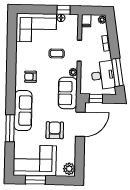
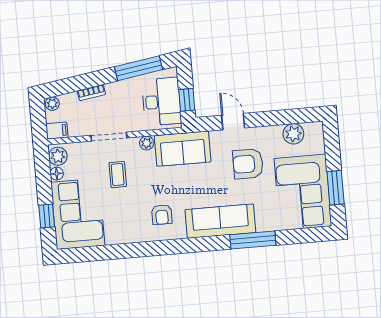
window: (64, 10) -> (47, 216), moved
plant: (71, 20) -> (58, 156), added
desk: (103, 75) -> (161, 102), moved, turned 99
door: (80, 124) -> (233, 122), width x0.53
plant: (69, 169) -> (293, 134), moved

